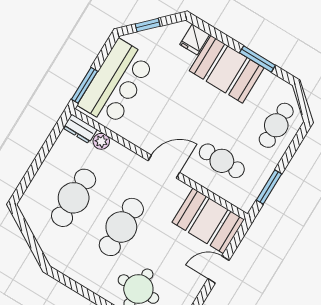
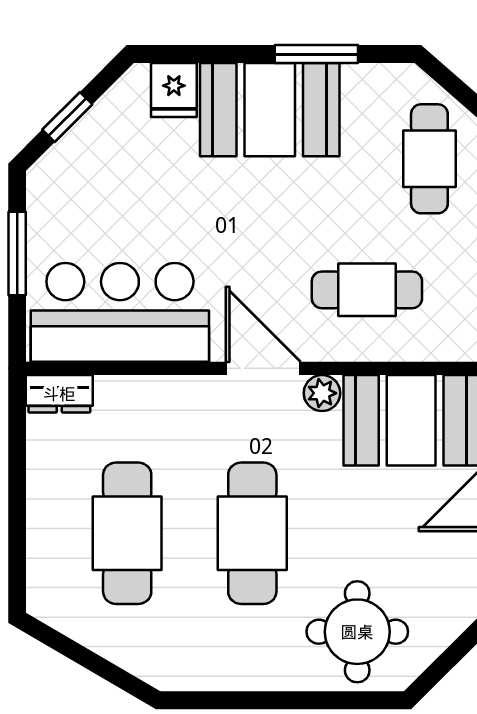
bar counter: (117, 83) -> (120, 312), moved, turned -90
window: (85, 85) -> (17, 254), moved
plant: (101, 141) -> (322, 393), moved
door: (164, 167) -> (263, 368), hinge flipped

